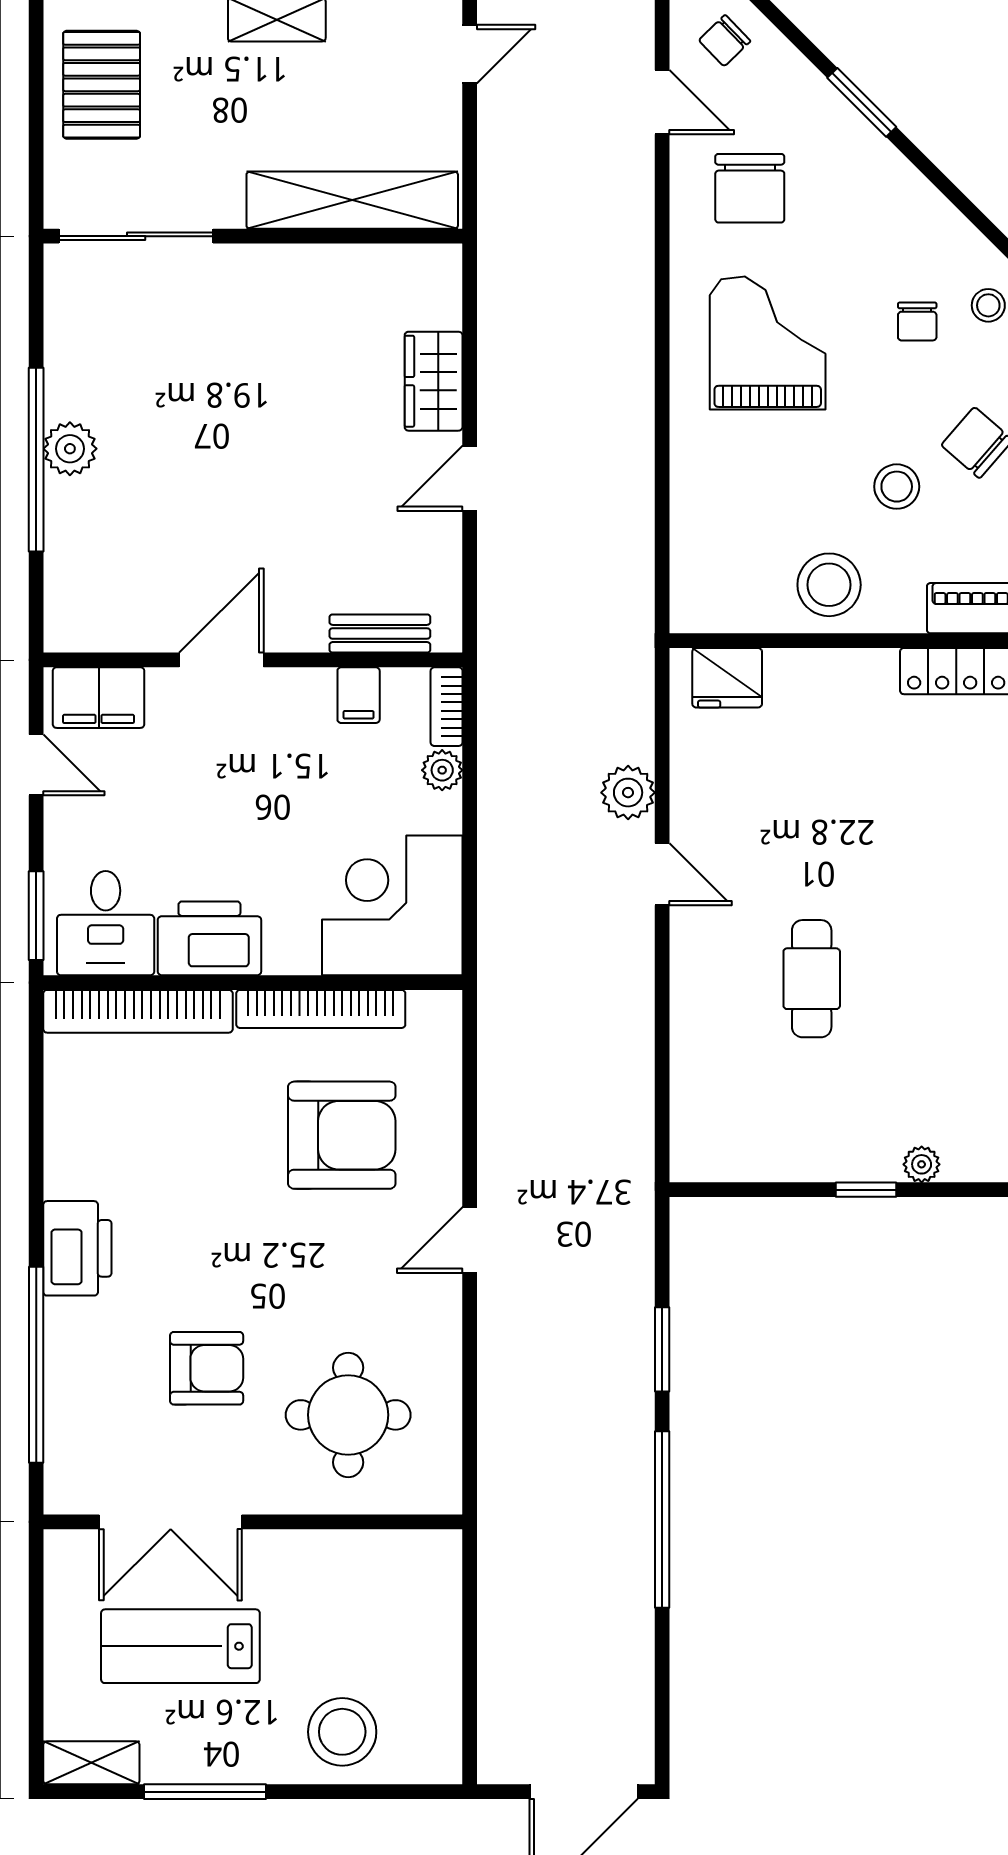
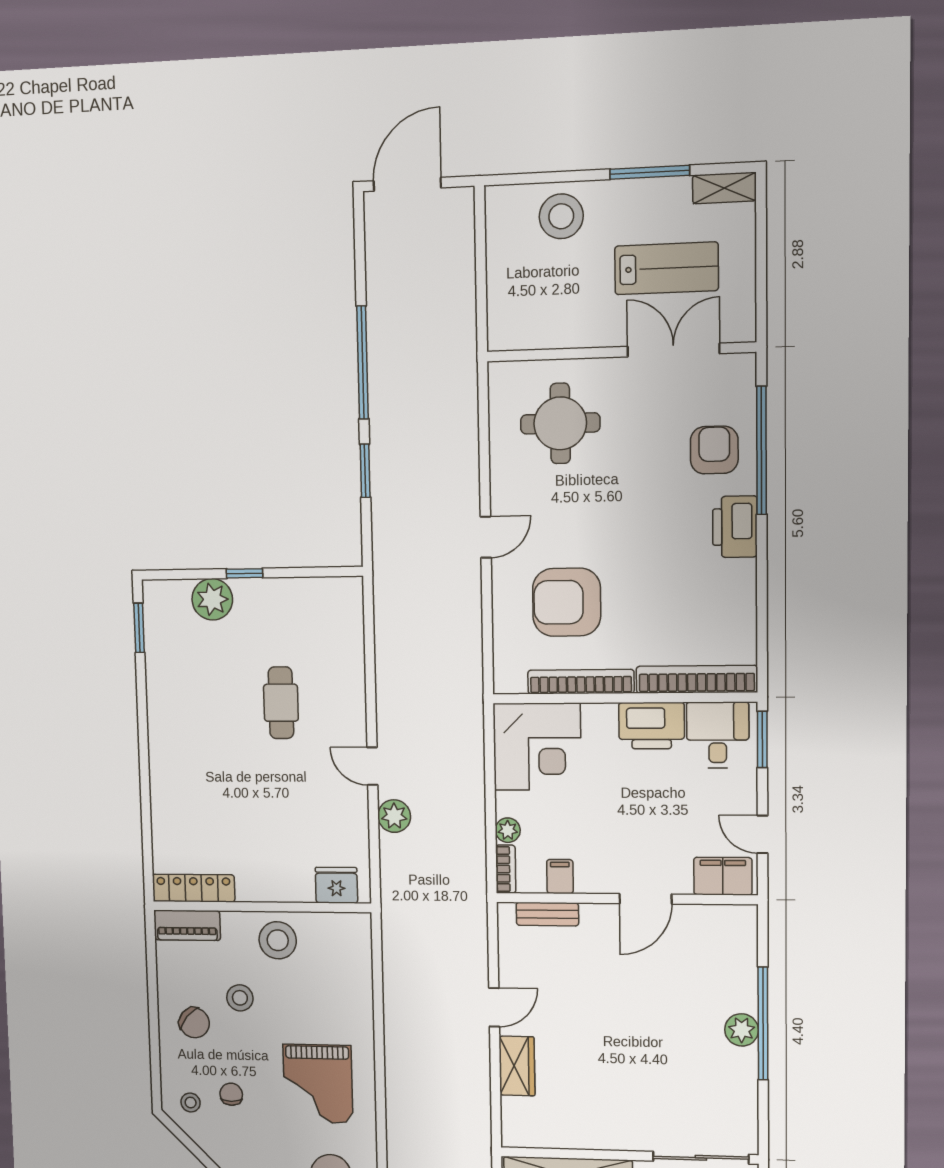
plant: (922, 1164) -> (212, 599), width x1.87, depth x1.87
armchair: (207, 1368) -> (714, 450), moved, turned 90

